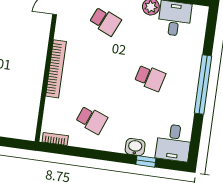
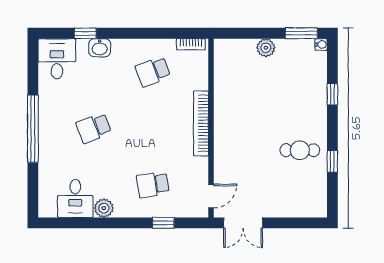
school desk: (105, 21) -> (153, 185), turned -33
school desk: (150, 78) -> (94, 128), turned -36
school desk: (92, 120) -> (153, 72), turned -42

